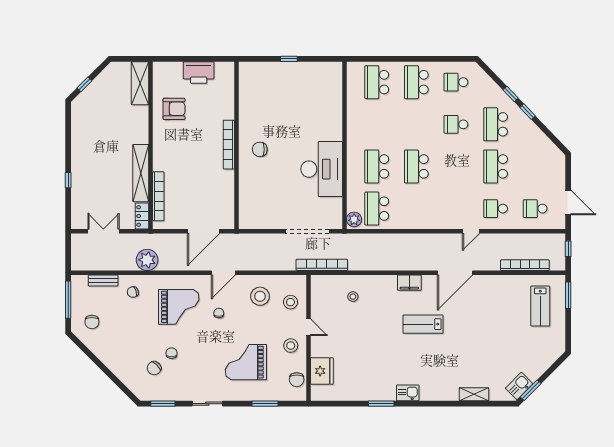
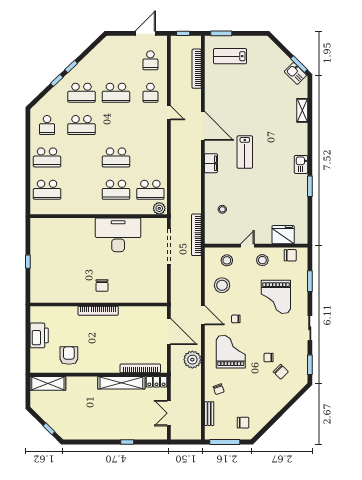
school desk: (456, 124) -> (81, 125), width x1.85
plant: (147, 260) -> (192, 360), moved
lab bench: (540, 306) -> (230, 56), turned 180

